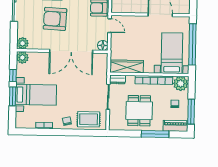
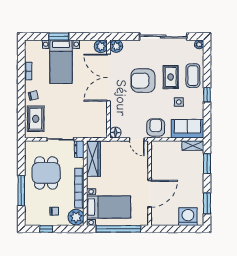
armchair: (55, 19) -> (143, 81), turned -93
door: (110, 26) -> (137, 139), hinge flipped
double door: (71, 51) -> (109, 78), moved
window: (13, 75) -> (81, 37), removed
dining table: (139, 111) -> (46, 173), turned 90
window: (191, 112) -> (46, 229), width x0.46
piano: (176, 126) -> (30, 212), removed

